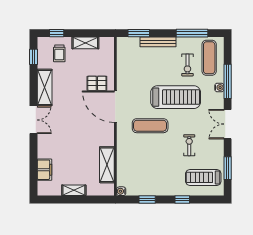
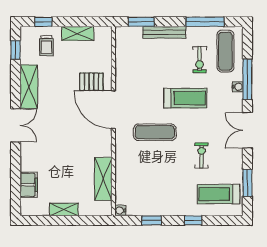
treadmill: (176, 97) -> (185, 98), width x0.73, depth x0.73

